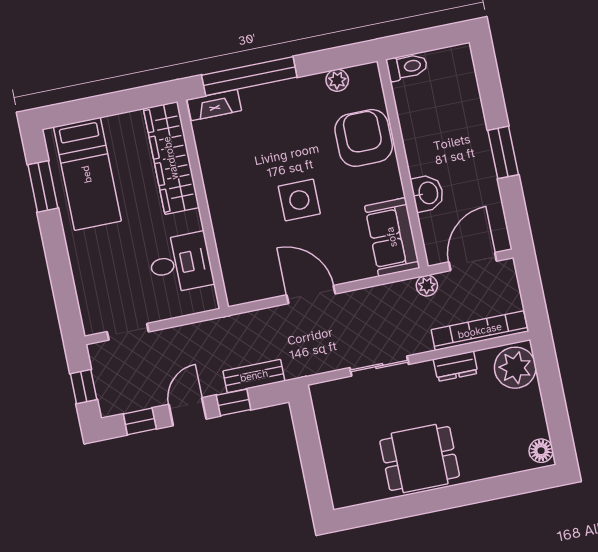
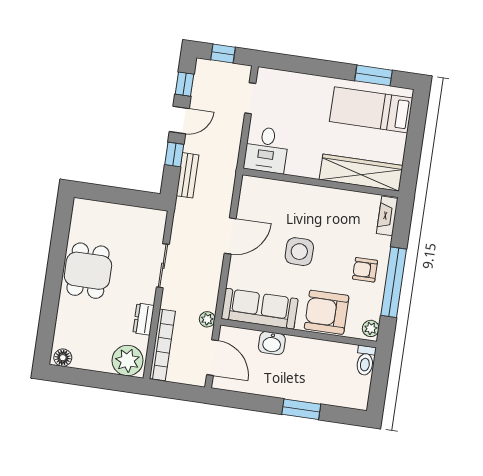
window: (249, 76) -> (394, 282), moved
plant: (337, 80) -> (371, 328), moved
armchair: (292, 109) -> (365, 270), added
armchair: (364, 138) -> (327, 312), turned 180
window: (503, 152) -> (301, 409), moved
sofa: (392, 237) -> (260, 309), width x1.36
desk: (181, 263) -> (266, 150), moved
door: (188, 412) -> (179, 120), hinge flipped

